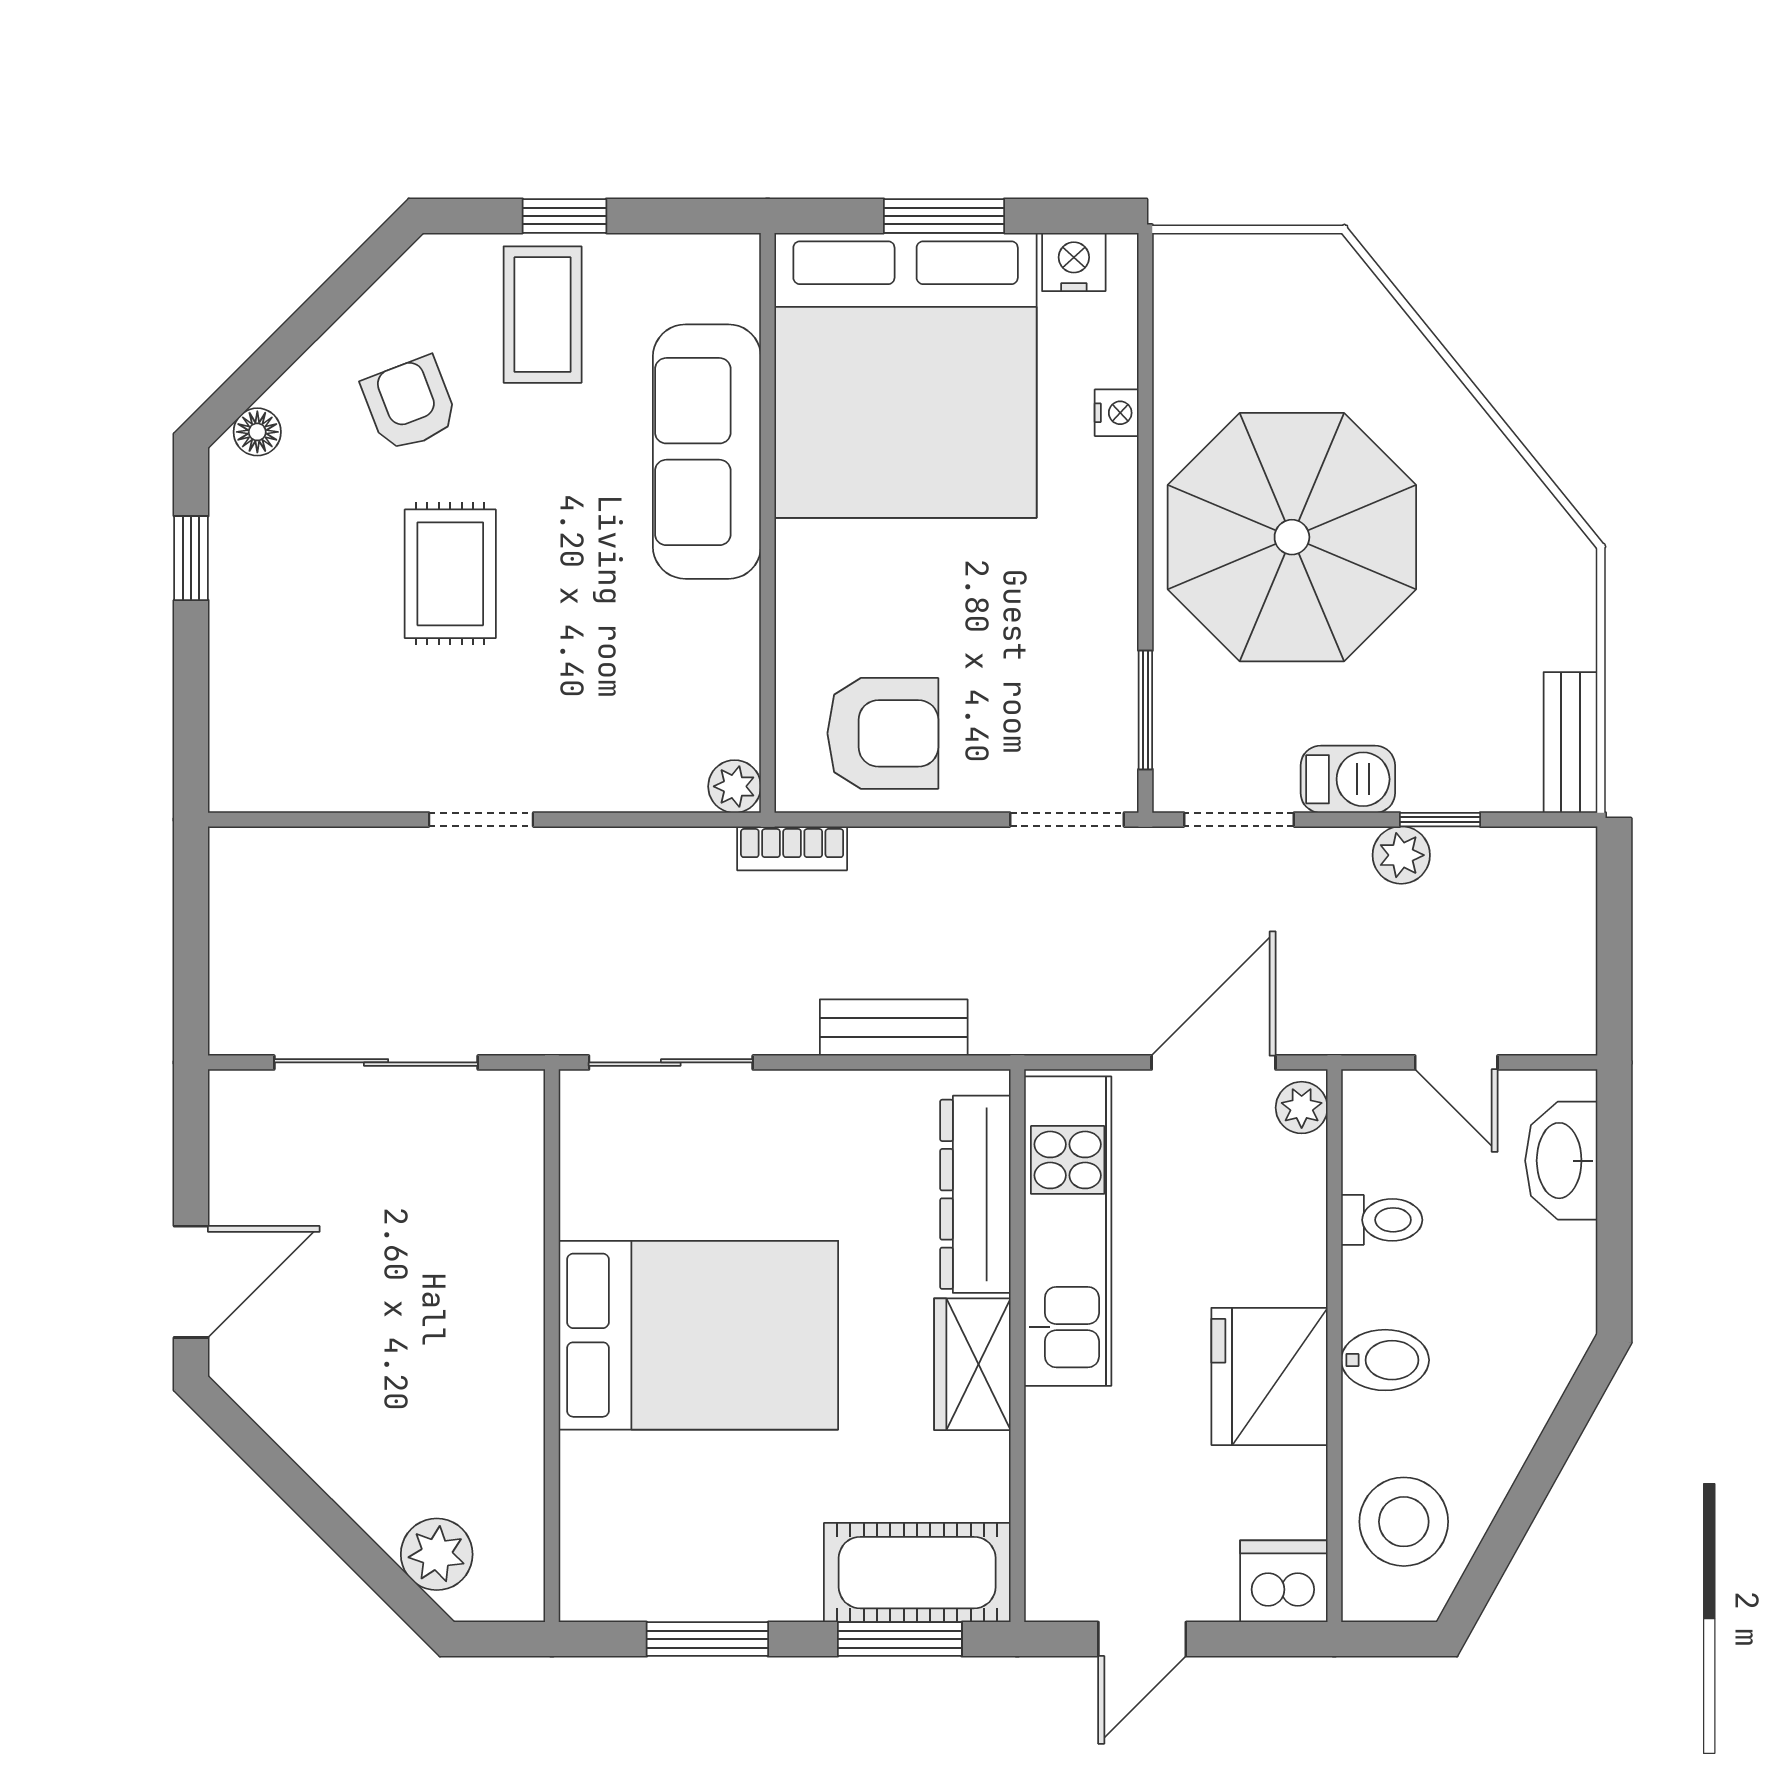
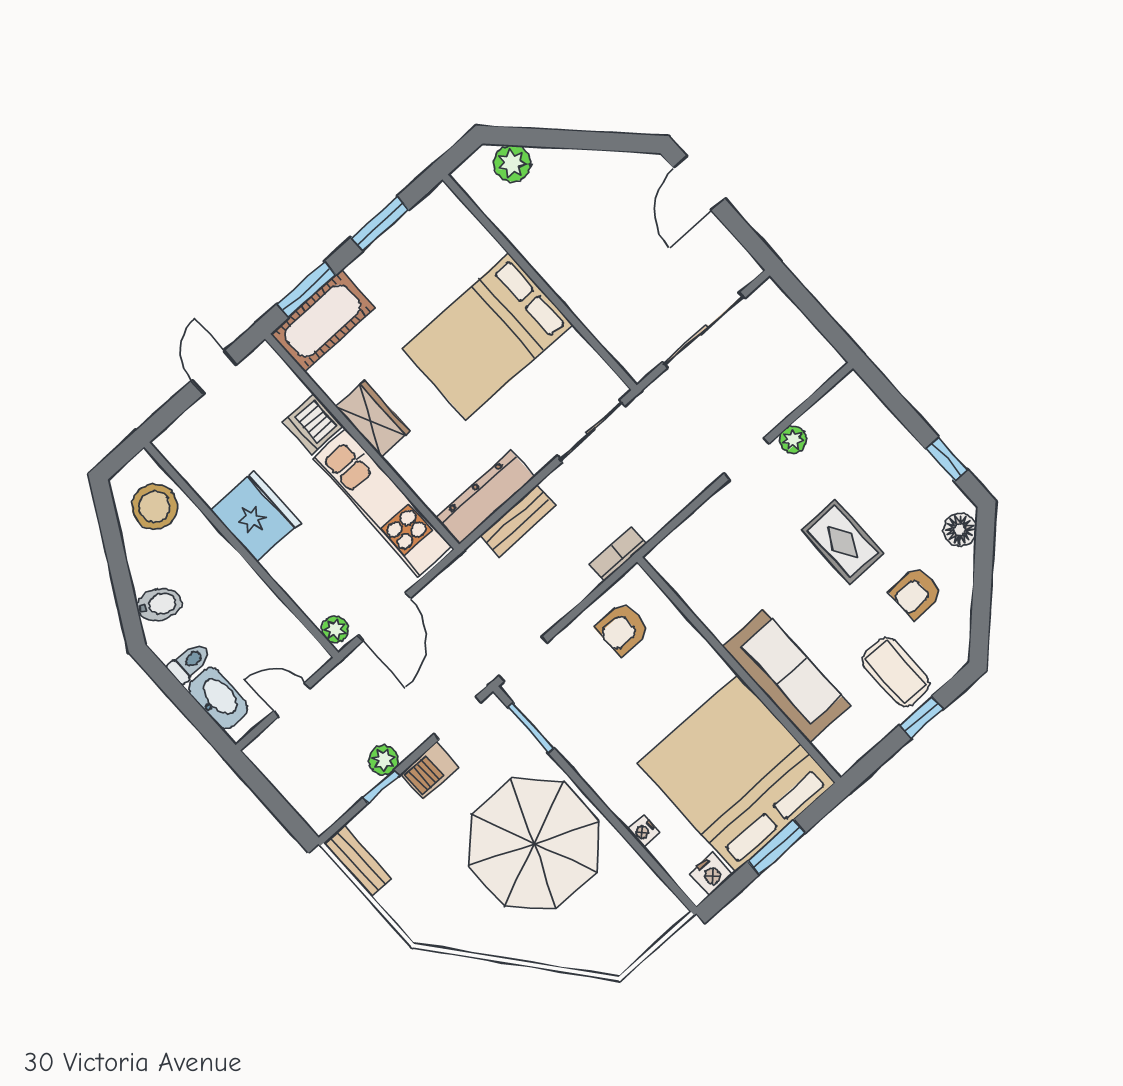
armchair: (410, 404) -> (916, 593), turned 111
floor lamp: (257, 432) -> (960, 530), width x1.37, depth x1.37
armchair: (883, 733) -> (623, 629), width x0.72, depth x0.72
plant: (735, 786) -> (793, 440), moved
dresser: (975, 1194) -> (485, 497), moved, turned -90
toilet: (1382, 1220) -> (189, 663), moved, turned 180
bidet: (1385, 1360) -> (159, 605), moved, turned -151
dishwasher: (1284, 1581) -> (313, 424), moved, turned 90

